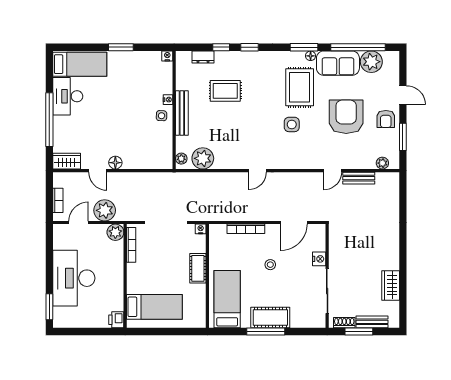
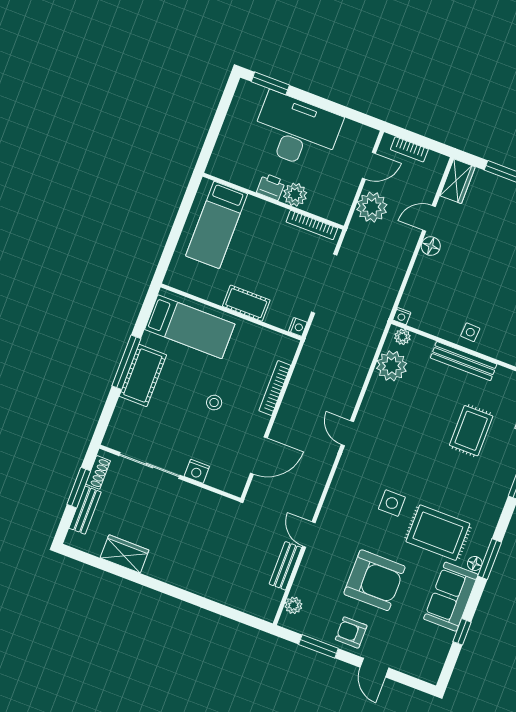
window: (358, 47) -> (462, 632), width x0.32
plant: (371, 62) -> (436, 642), removed
door: (403, 95) -> (374, 668), hinge flipped
nightstand: (168, 100) -> (402, 316), moved
door: (78, 223) -> (369, 166), hinge flipped
door: (294, 223) -> (259, 456), swing flipped
plant: (115, 232) -> (295, 195), moved
printer: (116, 320) -> (271, 187), moved

